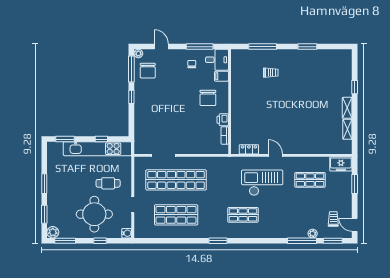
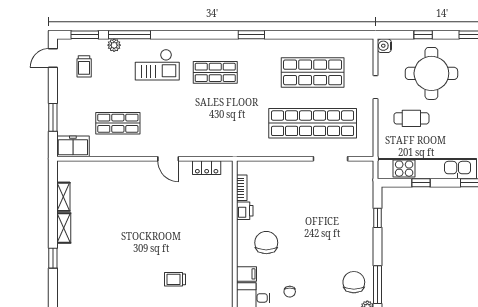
window: (131, 97) -> (378, 218), moved
checkout: (262, 183) -> (157, 65), moved, width x0.73, depth x0.83
door: (355, 225) -> (53, 58), swing flipped

